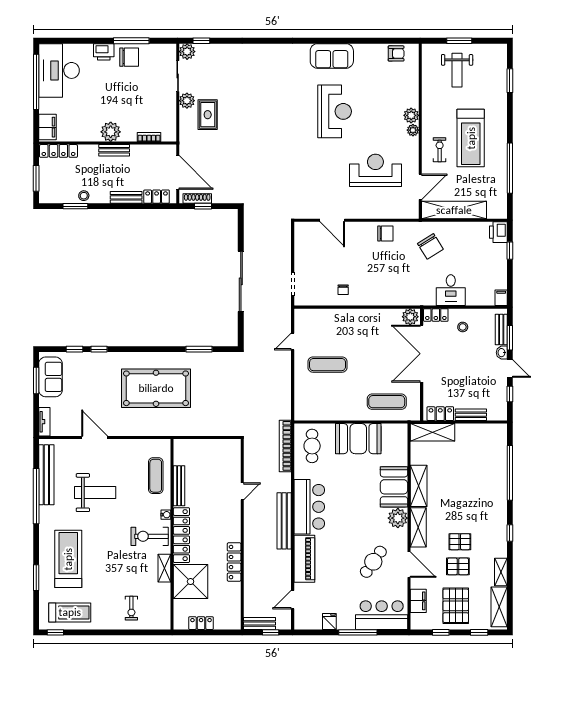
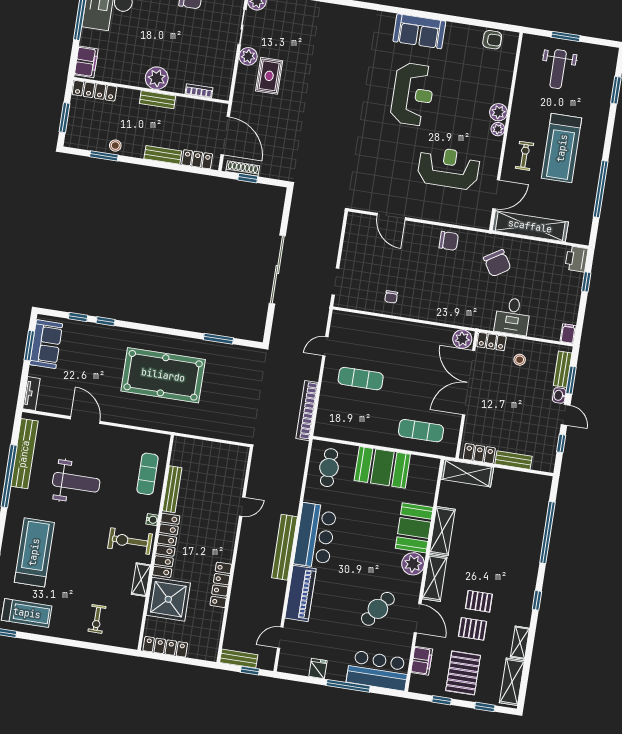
bookcase: (285, 446) -> (307, 411), moved
locker: (201, 623) -> (165, 647), width x1.53

